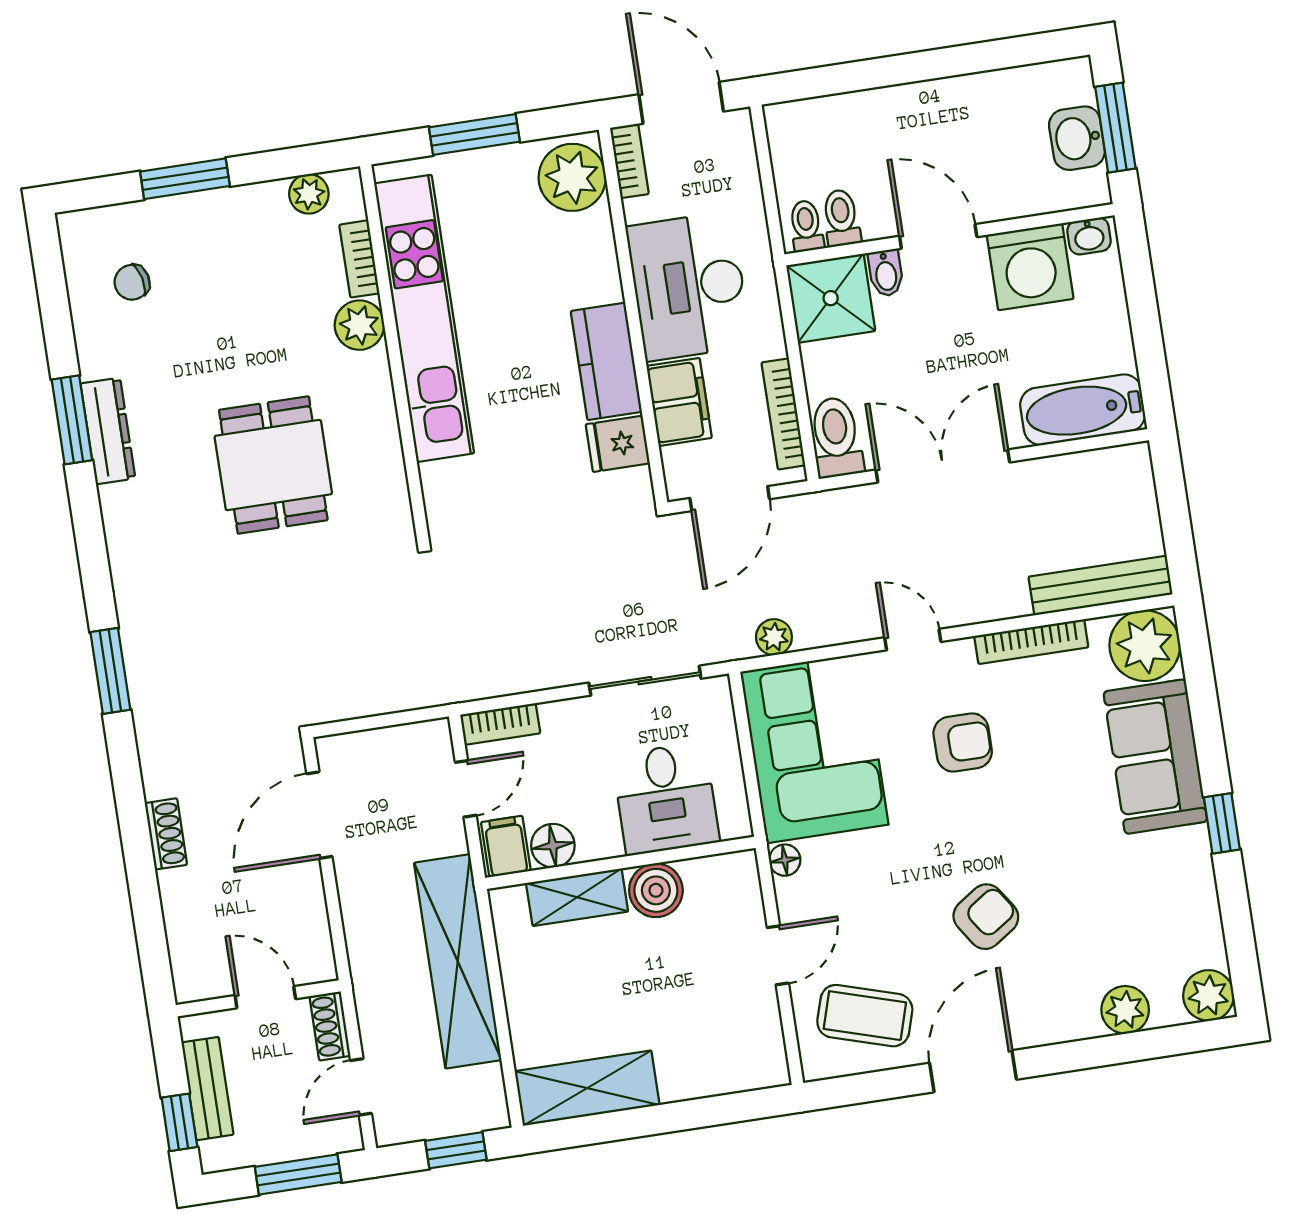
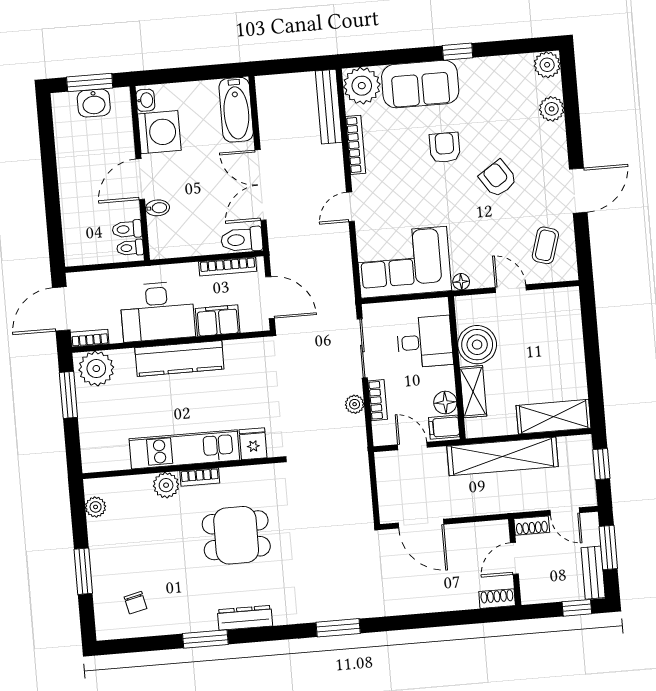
window: (474, 134) -> (68, 395), moved
bookcase: (359, 259) -> (200, 477), moved
shower: (831, 298) -> (169, 238), removed
kitchen unit: (424, 318) -> (184, 449), width x0.73
kitchen counter: (606, 361) -> (179, 358), width x1.50
dresser: (108, 431) -> (245, 618), moved
fridge: (618, 444) -> (253, 444), moved, turned 180
plant: (774, 637) -> (355, 404), moved
bookcase: (500, 724) -> (378, 400), moved
armchair: (963, 742) -> (445, 148), moved
shoe rack: (166, 834) -> (497, 599), moved
boiler: (656, 890) -> (477, 345), width x1.37, depth x1.37
coffee table: (865, 1016) -> (545, 245), width x0.73, depth x0.77
door: (973, 1071) -> (578, 191), swing flipped
shelving: (587, 1088) -> (554, 417), moved, turned 90
bench: (207, 1089) -> (593, 573), moved, turned 90

